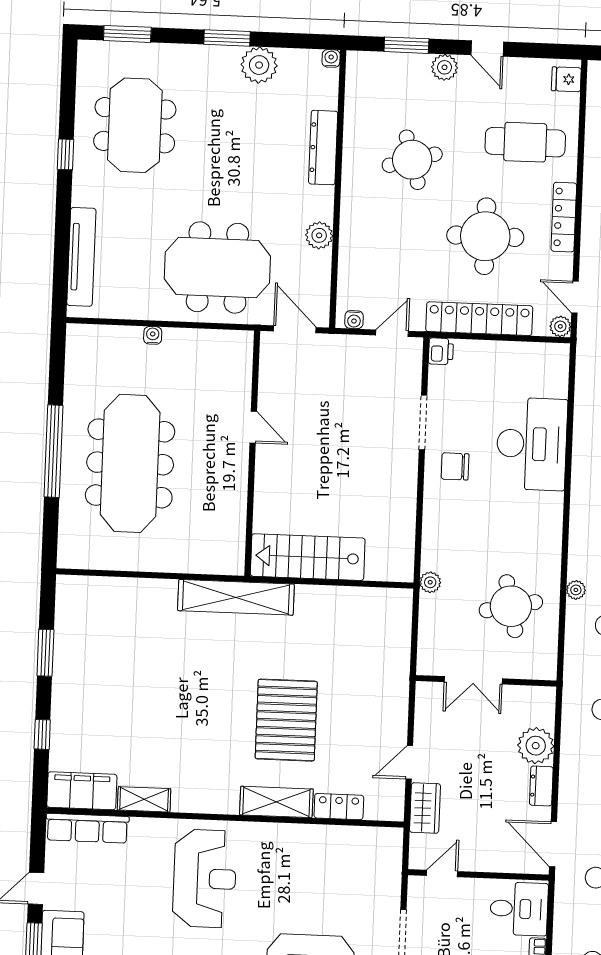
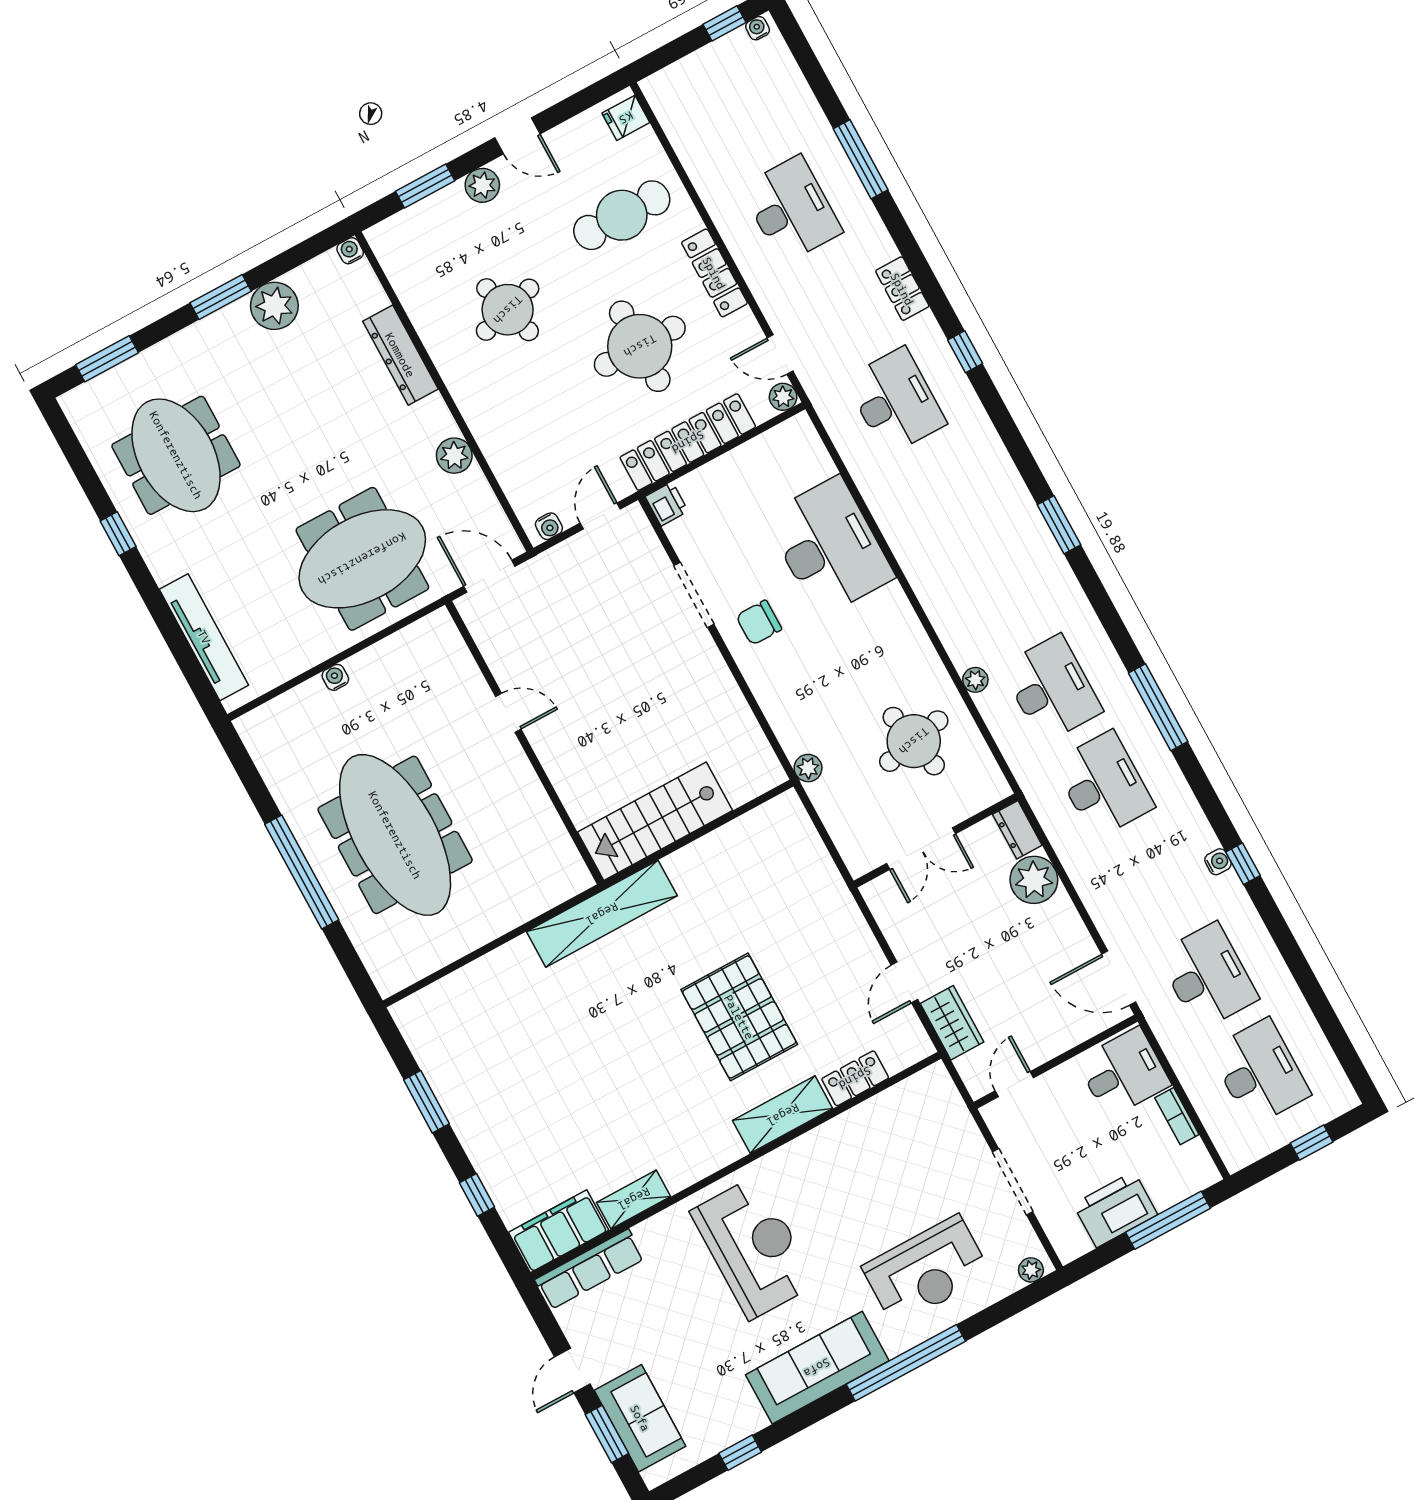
dresser: (541, 786) -> (1017, 830), moved

